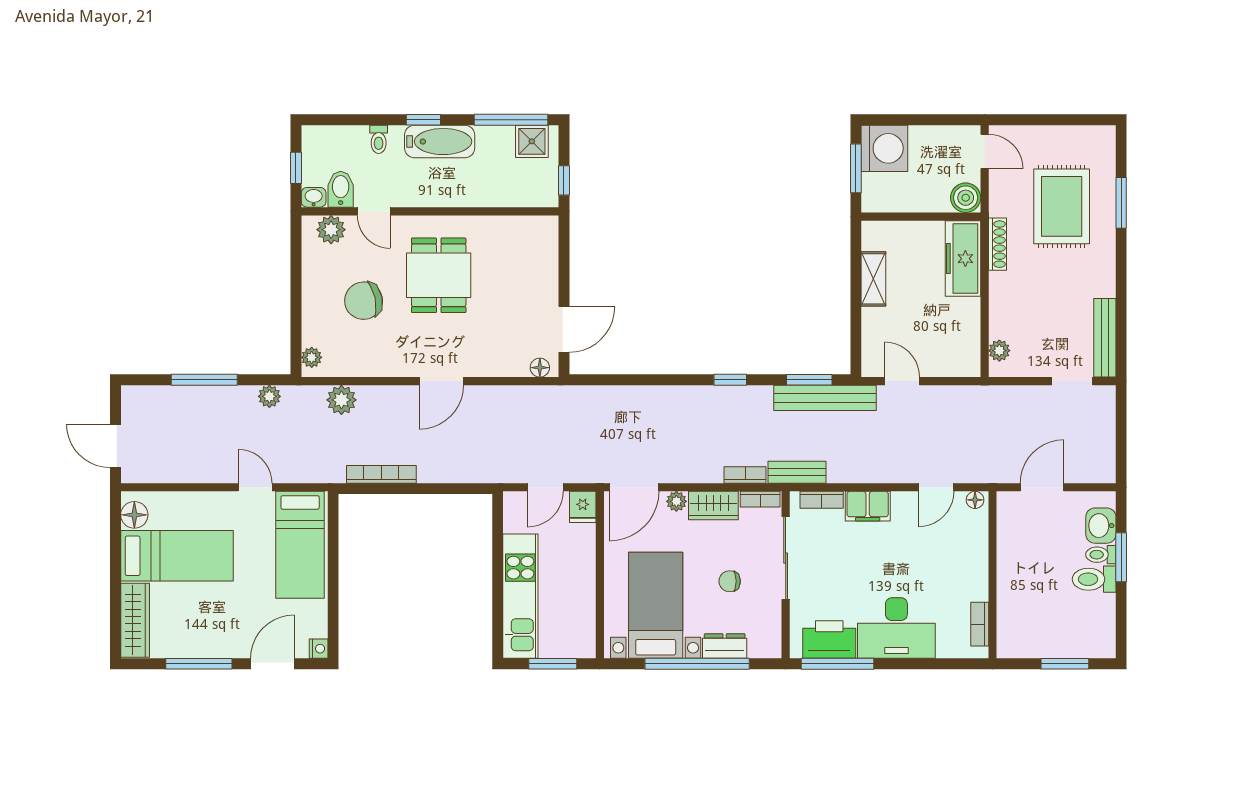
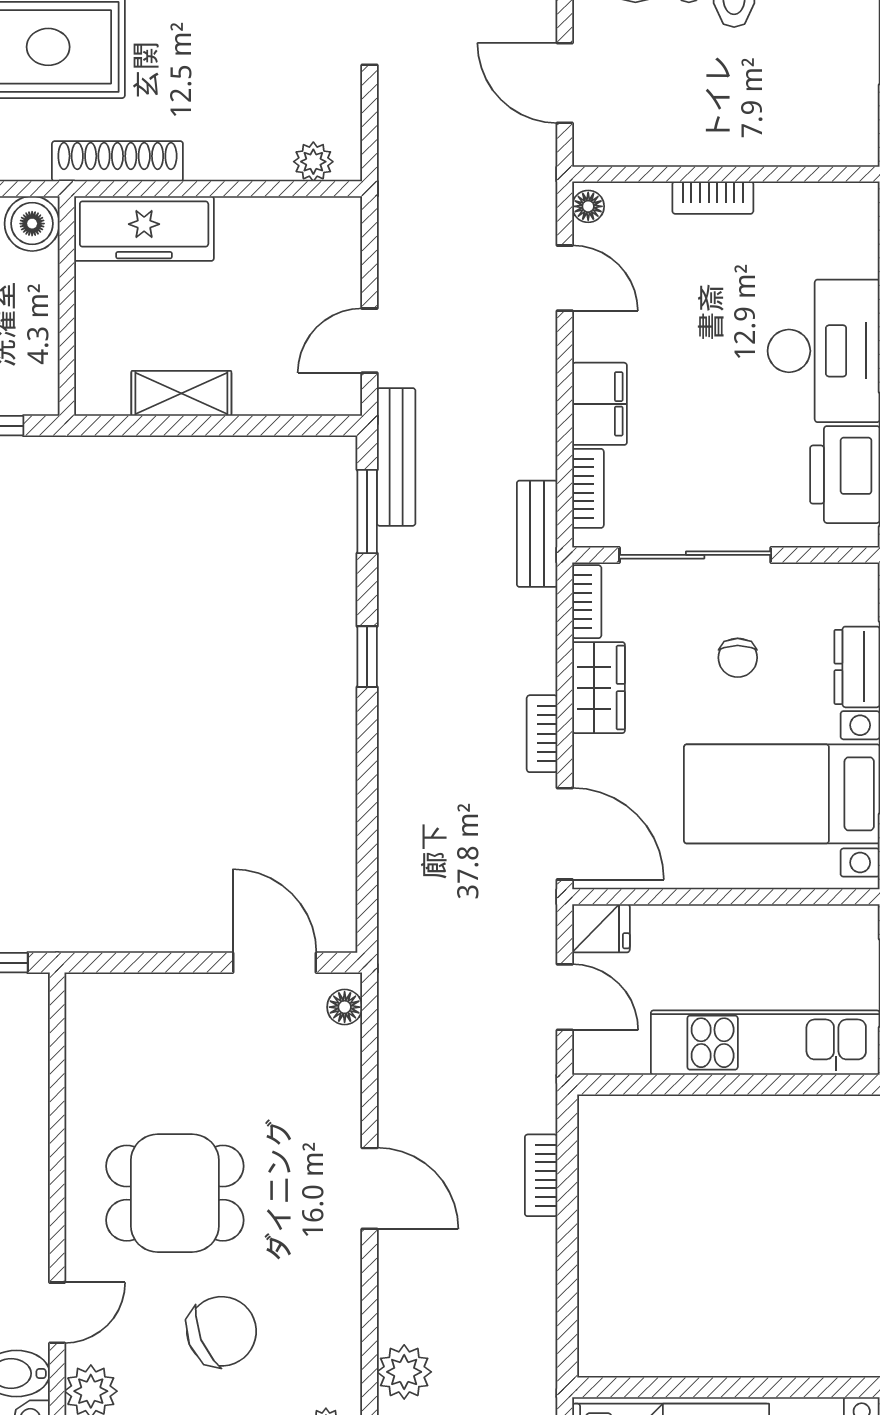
shoe rack: (997, 244) -> (117, 161), width x1.36, depth x1.24
chair: (364, 301) -> (222, 1331), turned -100
bench: (825, 398) -> (396, 457), width x0.73, depth x0.82
bookcase: (381, 474) -> (541, 1175), moved, width x0.64
bookcase: (745, 475) -> (542, 734), moved
plant: (676, 501) -> (591, 756), removed
bookcase: (980, 624) -> (713, 198), moved

